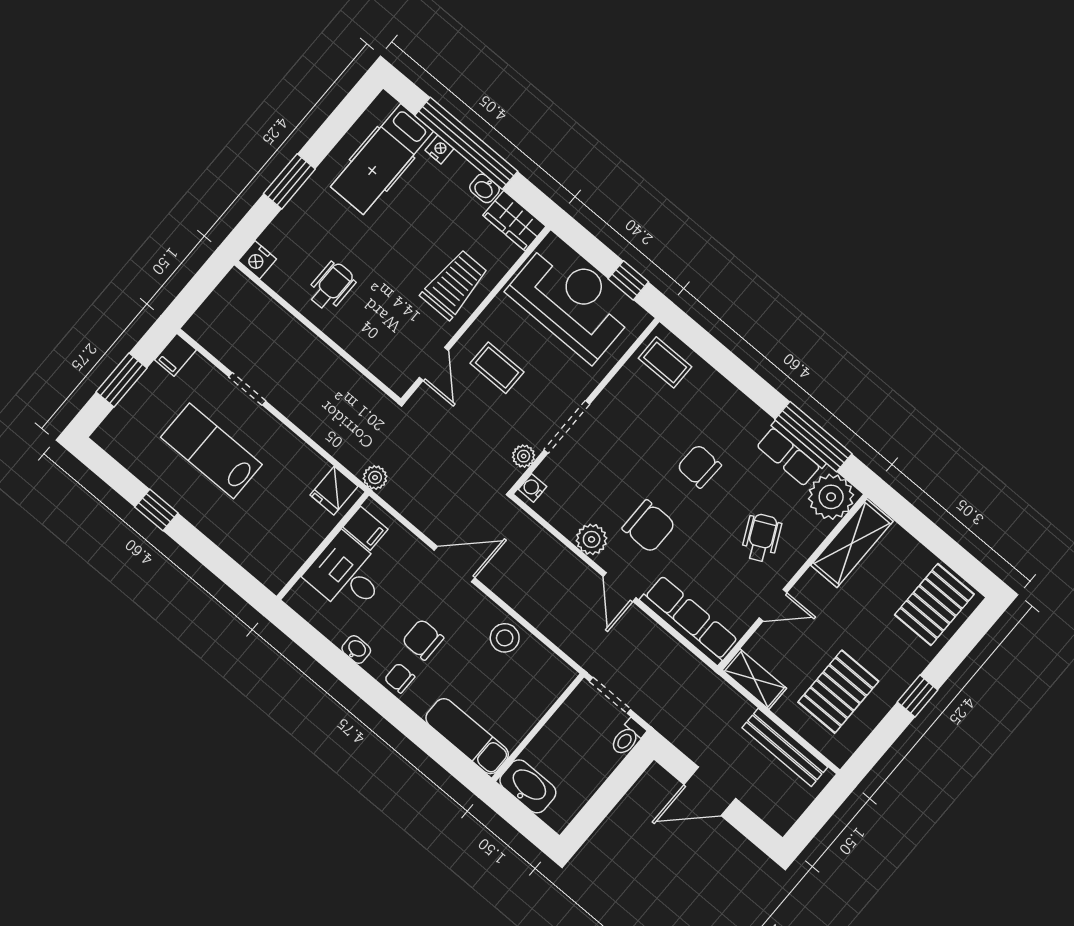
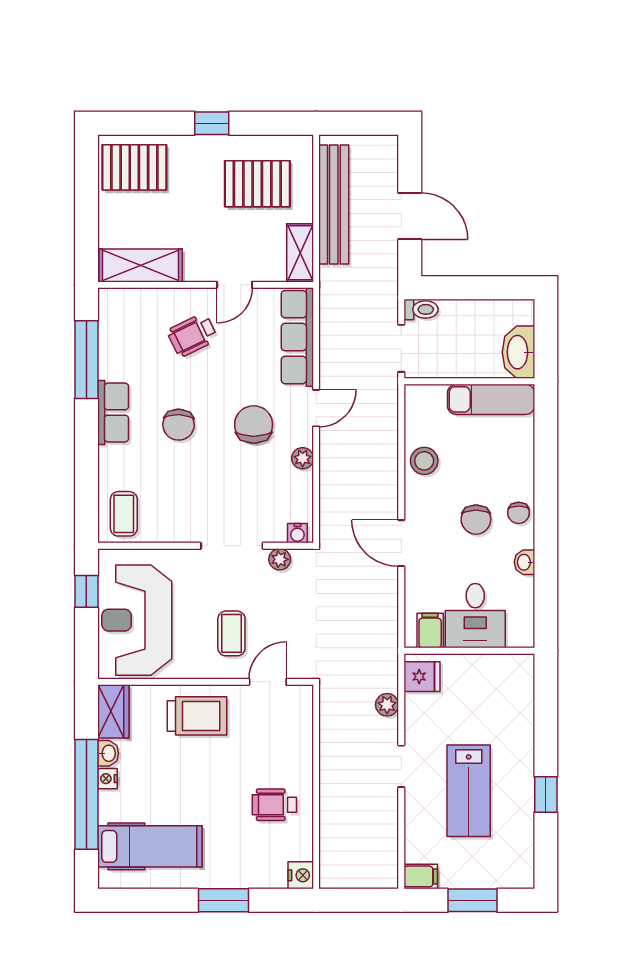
nightstand: (439, 149) -> (107, 779), moved
trolley: (454, 285) -> (197, 716), turned 180
doorway: (247, 389) -> (401, 766), moved
row of seats: (791, 454) -> (113, 412), moved
plant: (375, 477) -> (387, 705), moved
plant: (831, 497) -> (119, 309), removed
plant: (592, 539) -> (303, 458), width x0.73, depth x0.73
door: (773, 605) -> (235, 285), swing flipped
exam couch: (467, 736) -> (491, 399), moved, turned -90
bench: (785, 747) -> (334, 204), width x1.37, depth x1.21

